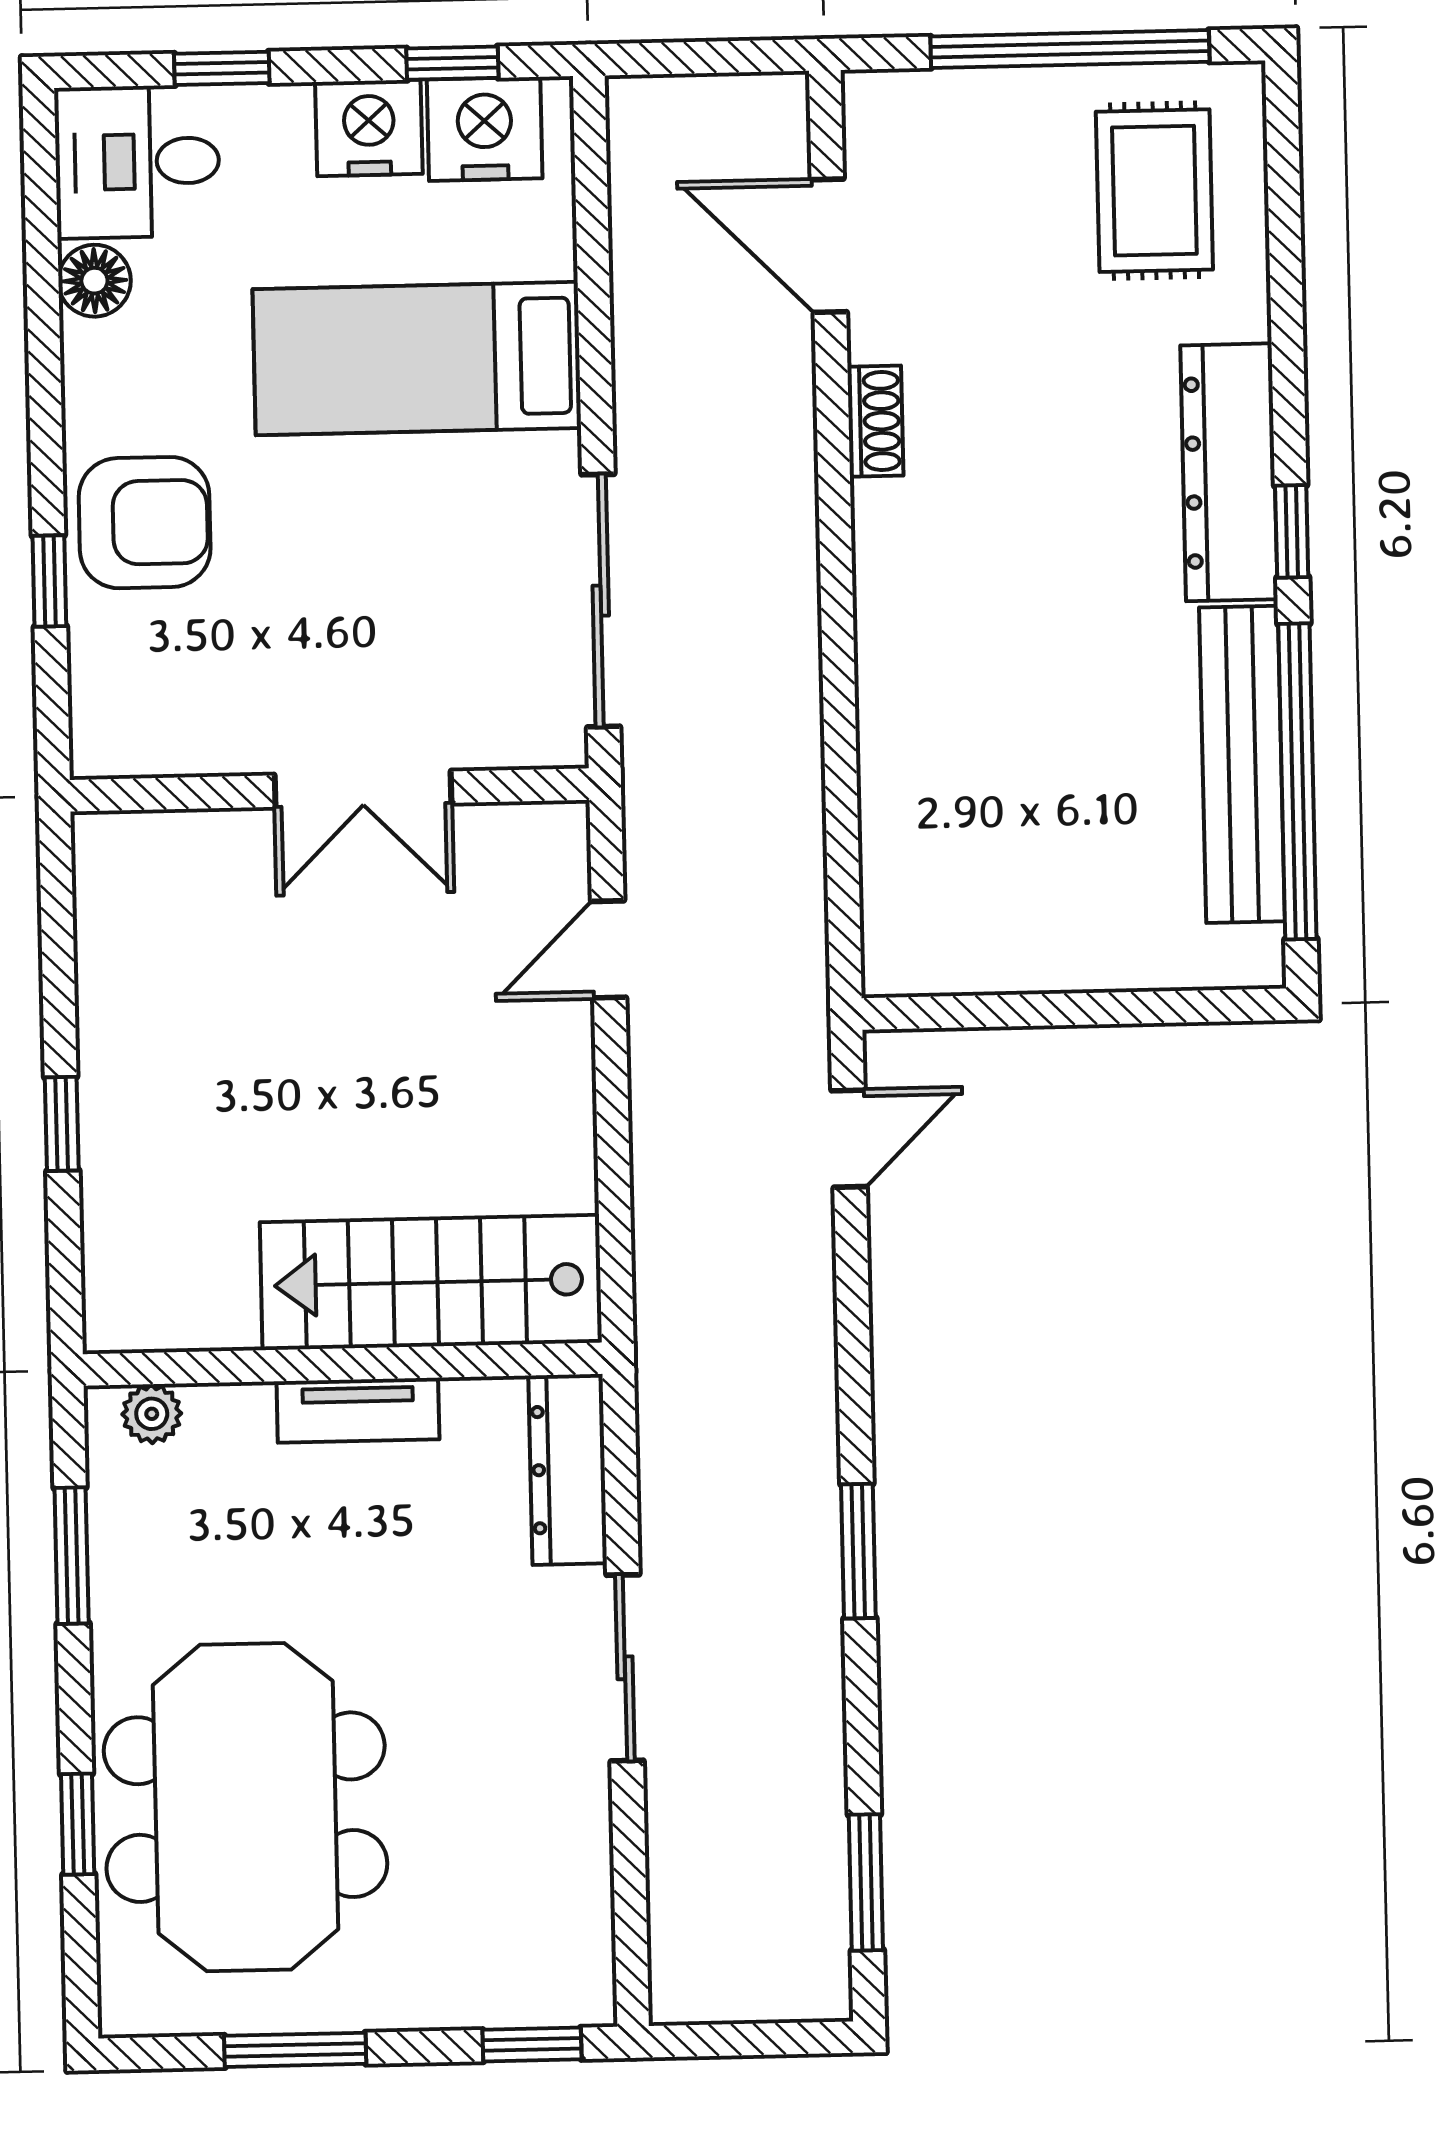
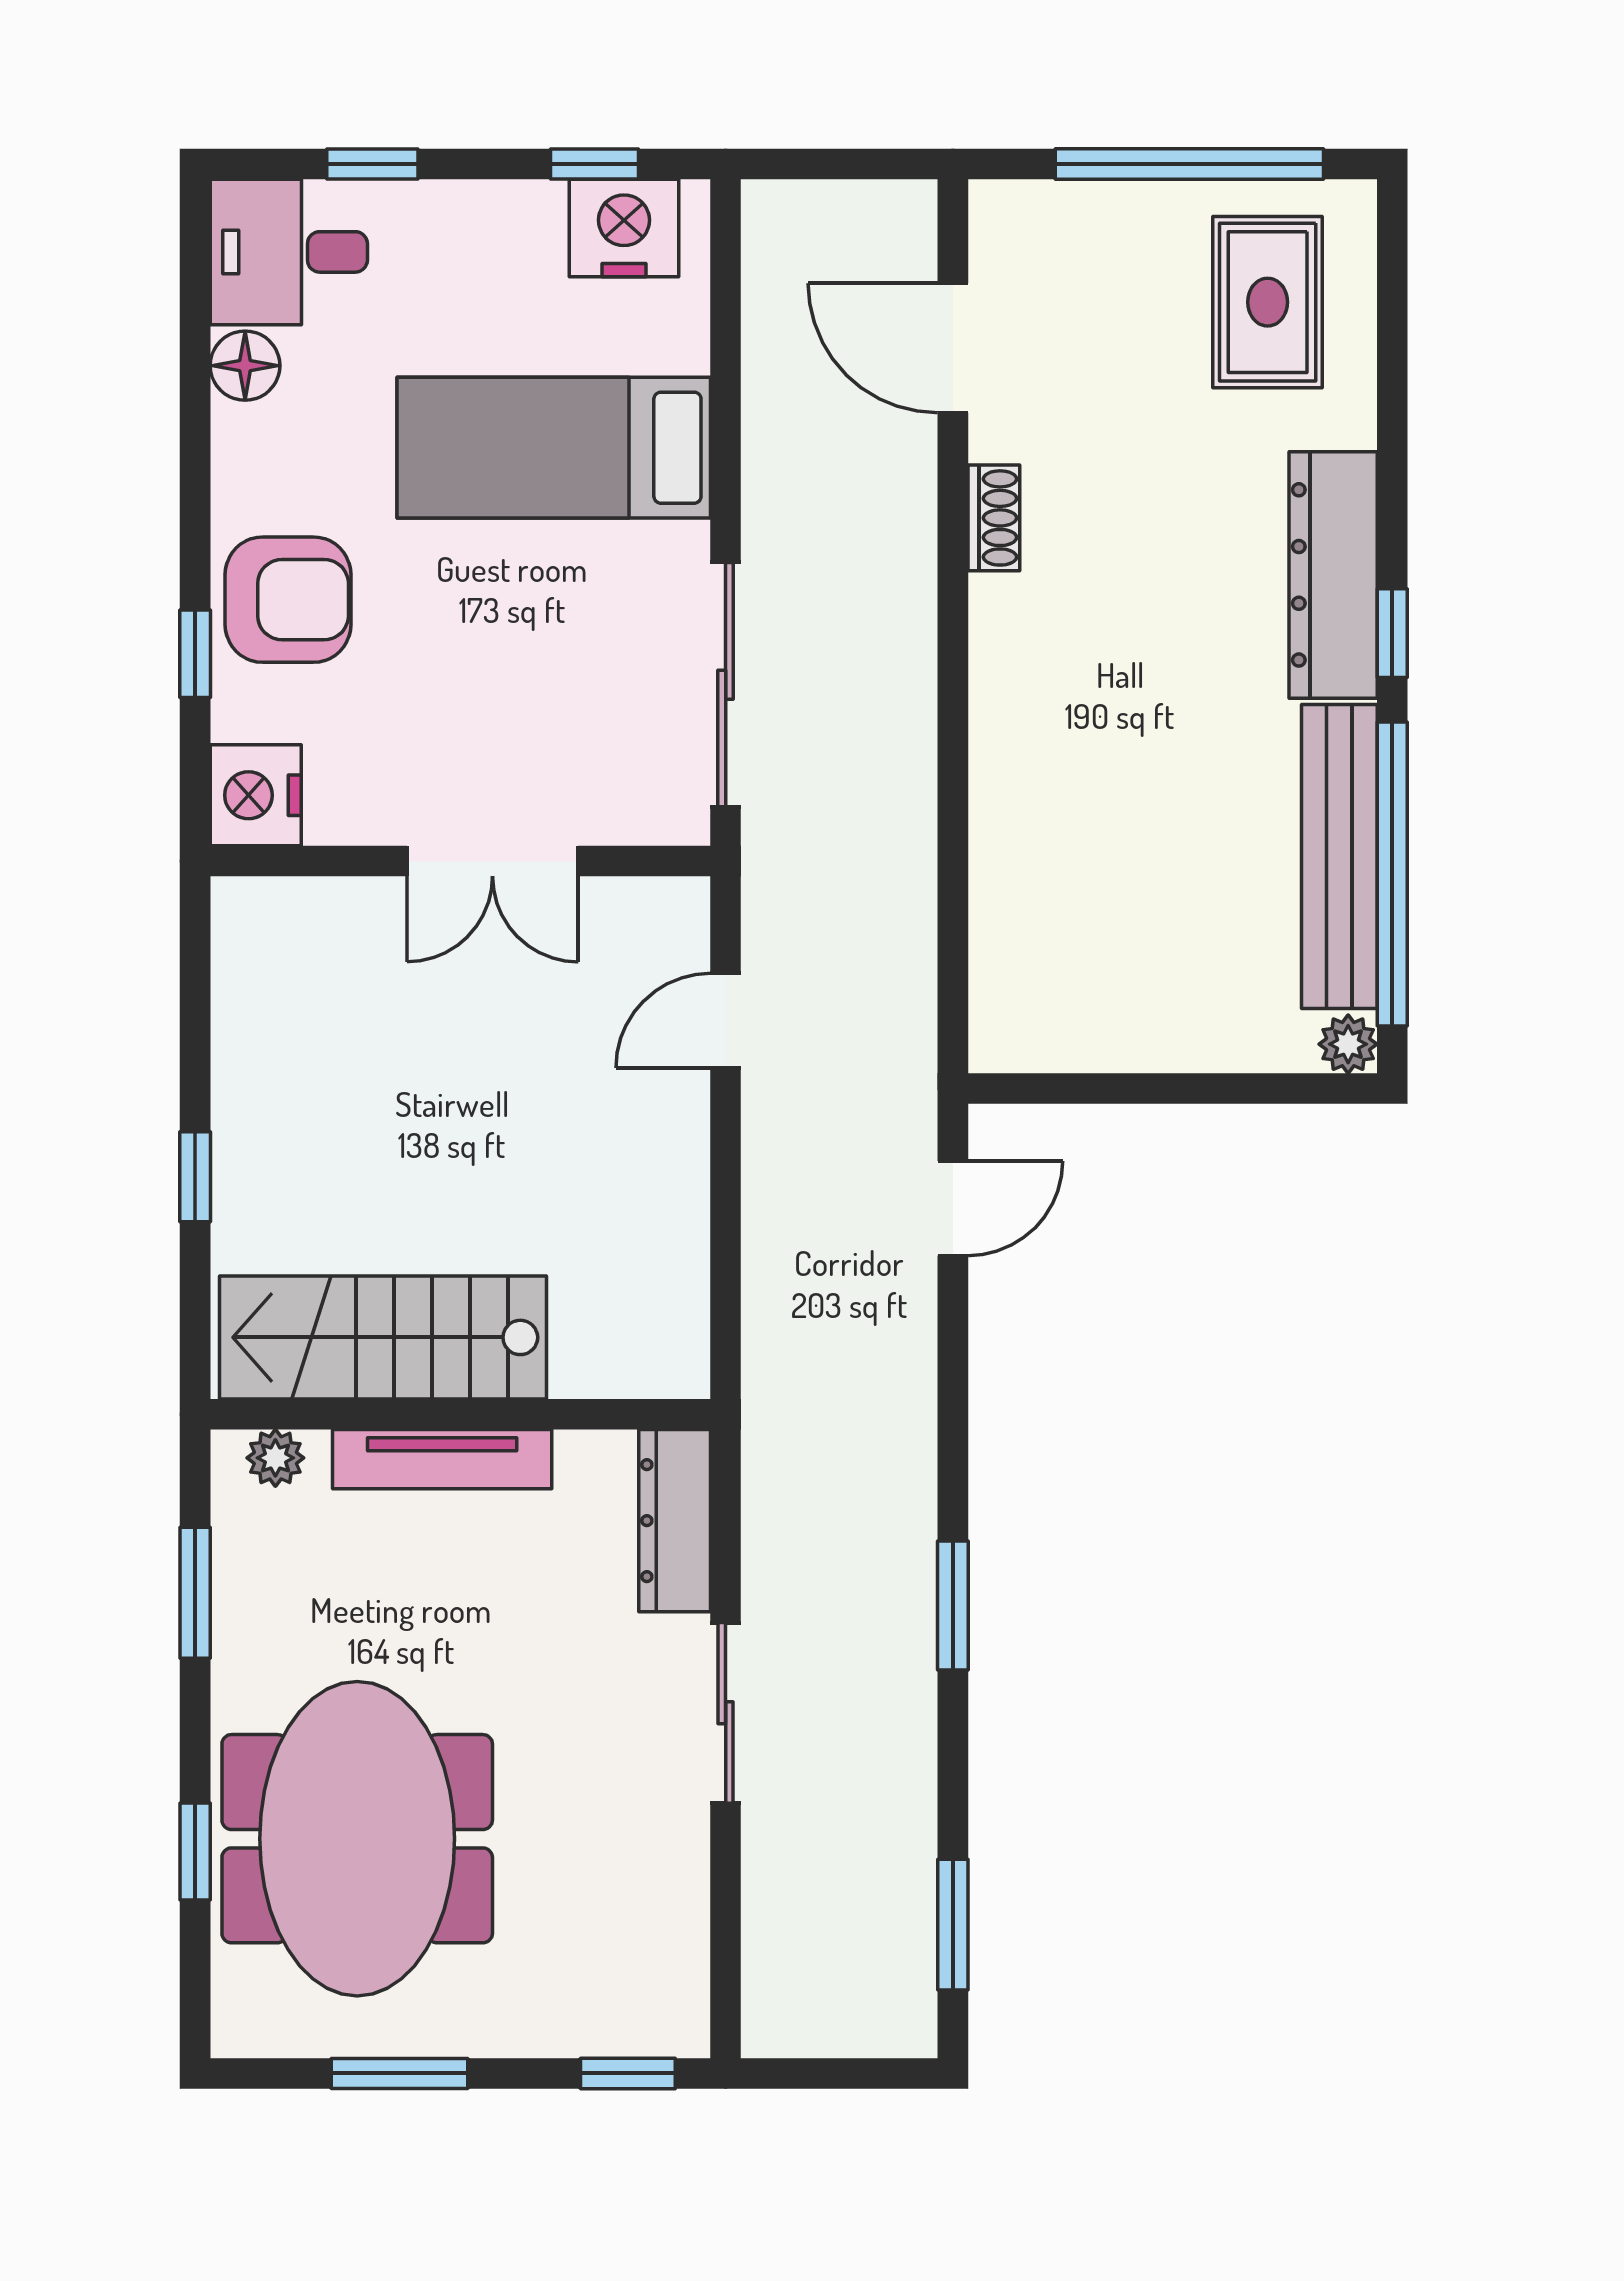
nightstand: (369, 128) -> (256, 795), moved, turned -90
plant: (1255, 959) -> (1348, 1044), added
stairs: (431, 1282) -> (383, 1337), moved
tv unit: (358, 1410) -> (442, 1459), width x1.41

